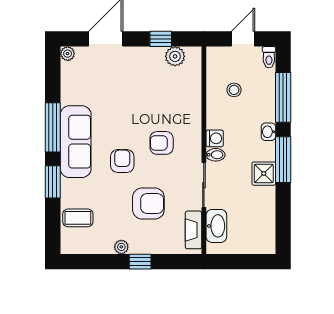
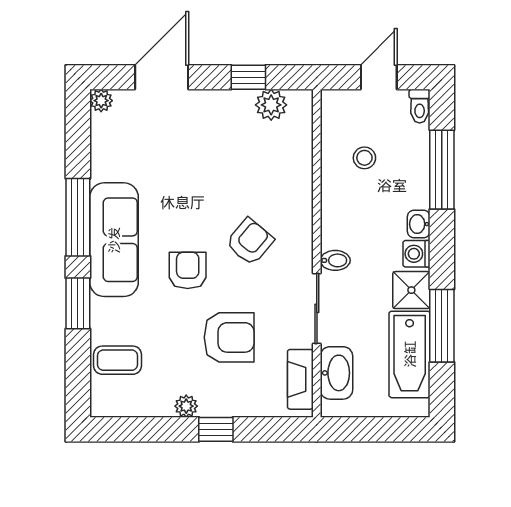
washing machine: (215, 138) -> (417, 254), moved, turned 180
armchair: (162, 143) -> (250, 242), turned 130
window: (283, 160) -> (442, 326), moved
bathtub: (263, 214) -> (410, 354), added

